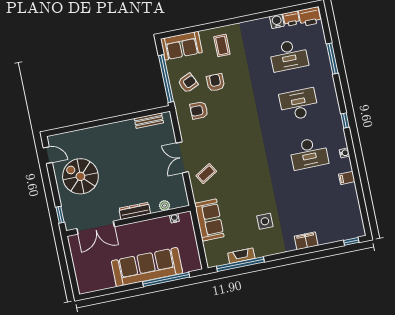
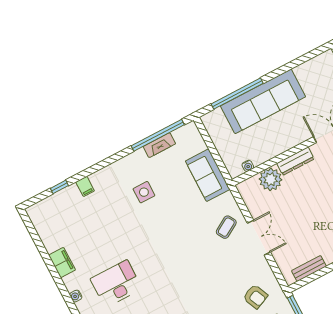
armchair: (199, 110) -> (255, 297), turned 66
filing cabinet: (347, 178) -> (62, 263), width x2.00
plant: (165, 205) -> (270, 179), width x1.88, depth x1.88
filing cabinet: (306, 241) -> (85, 186), width x0.50
window: (351, 241) -> (59, 187), moved

